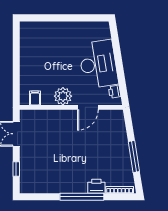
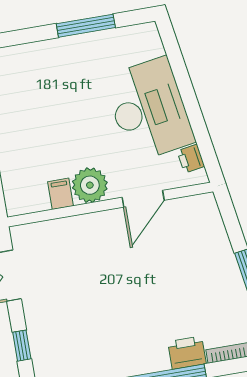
window: (74, 18) -> (86, 26), added
filing cabinet: (35, 98) -> (61, 194), moved

